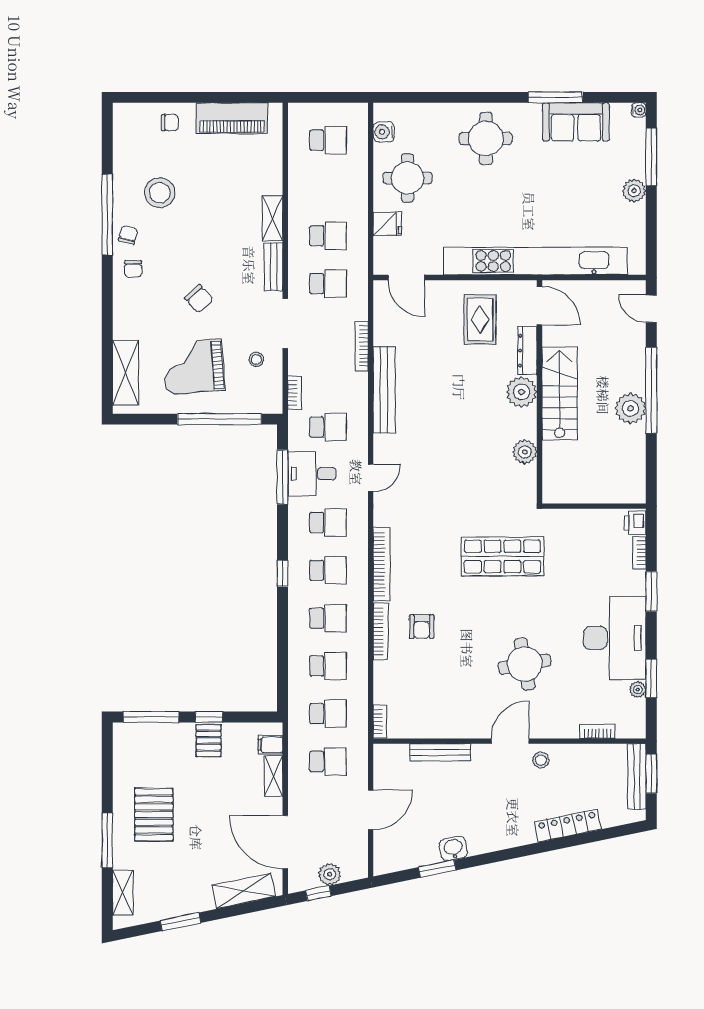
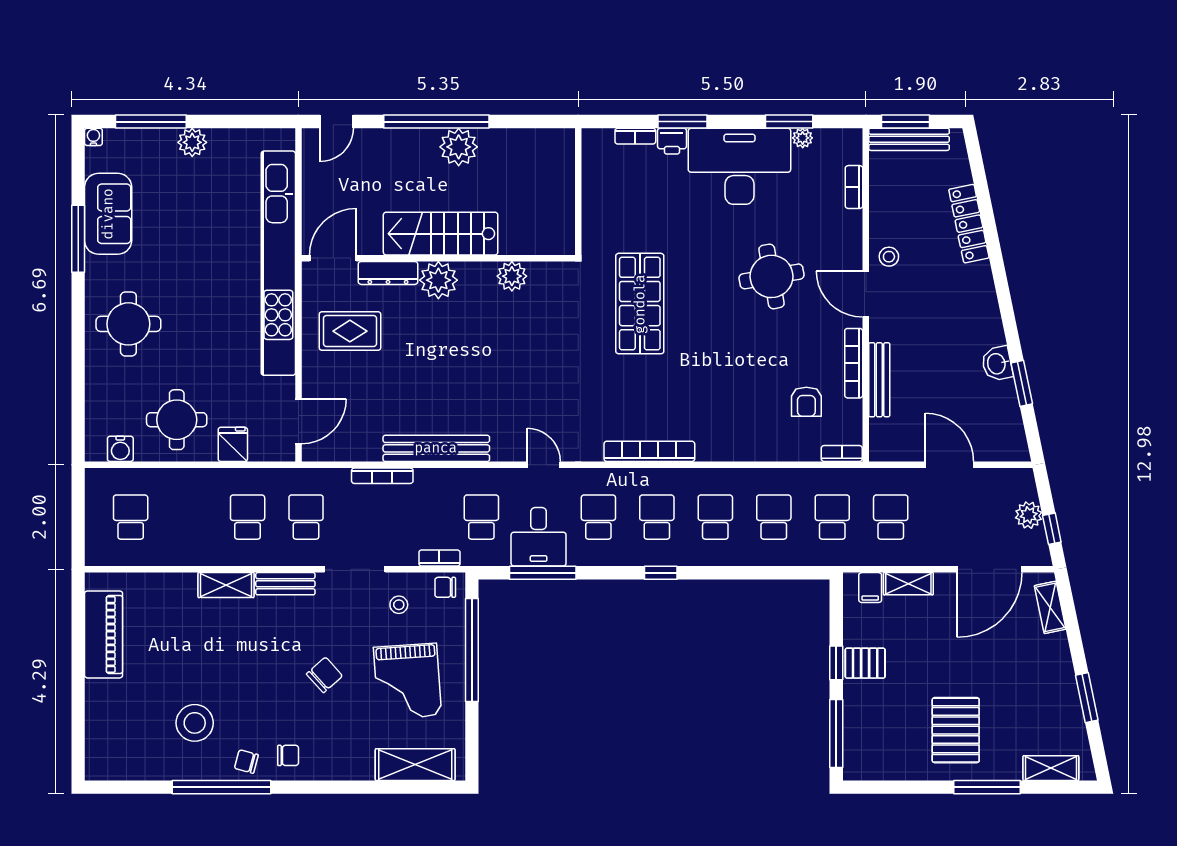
chair: (170, 123) -> (445, 587), moved, turned -90
printer: (635, 523) -> (672, 141), moved
armchair: (422, 627) -> (806, 402), moved, turned 90
bookcase: (381, 631) -> (854, 363), moved, turned -90
pallet: (154, 815) -> (956, 730), turned 90
shelving: (244, 891) -> (1050, 607), width x0.67, depth x0.75

